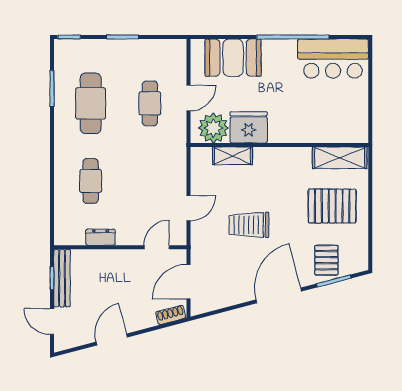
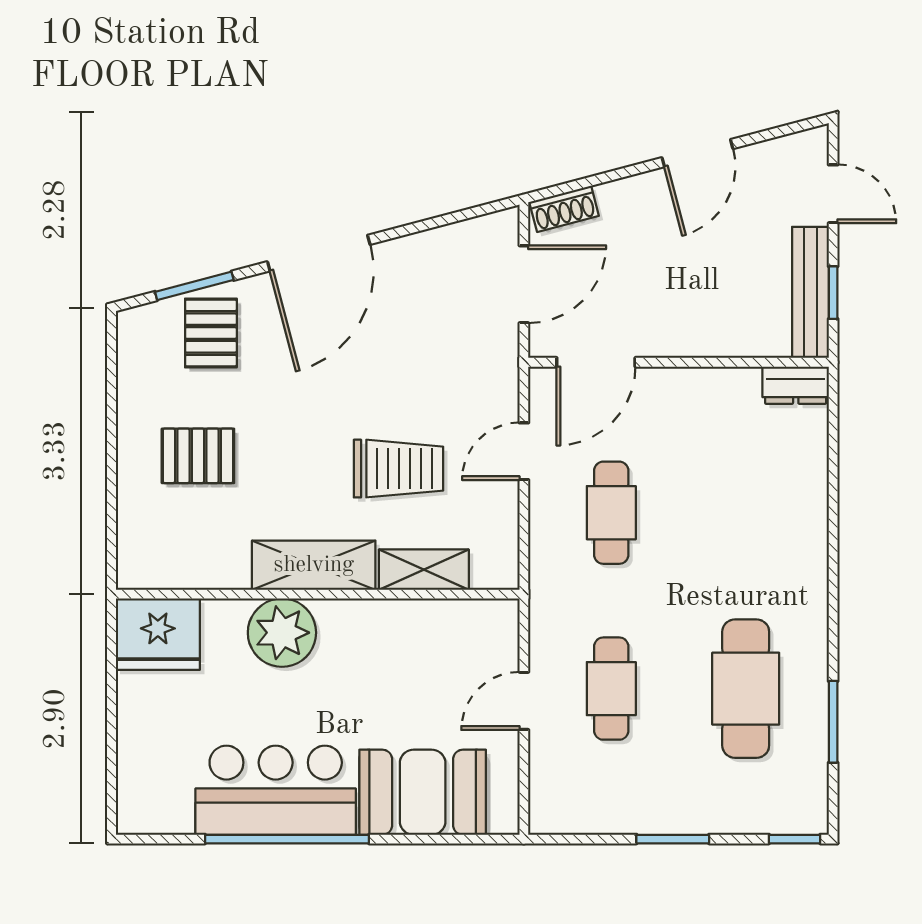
bar counter: (333, 59) -> (276, 790), moved
fridge: (249, 127) -> (158, 634), moved
plant: (213, 128) -> (282, 633), moved
shelving: (340, 158) -> (314, 565), moved
cafe table: (91, 181) -> (611, 513), moved
pallet: (332, 206) -> (198, 456), width x0.67, depth x0.71
trolley: (249, 225) -> (399, 469), moved
dresser: (100, 237) -> (796, 385), moved
door: (157, 247) -> (596, 362), width x1.38

